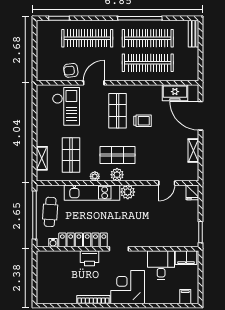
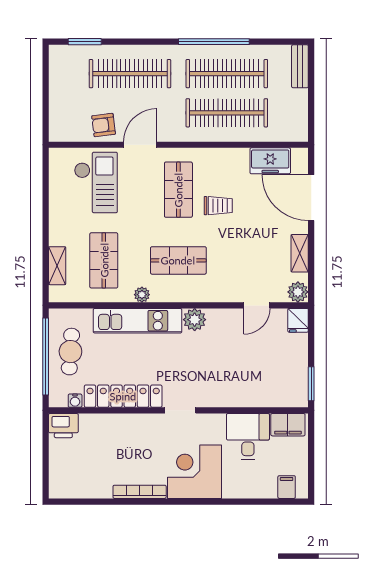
plant: (117, 175) -> (298, 292), moved
printer: (89, 258) -> (63, 426), moved

